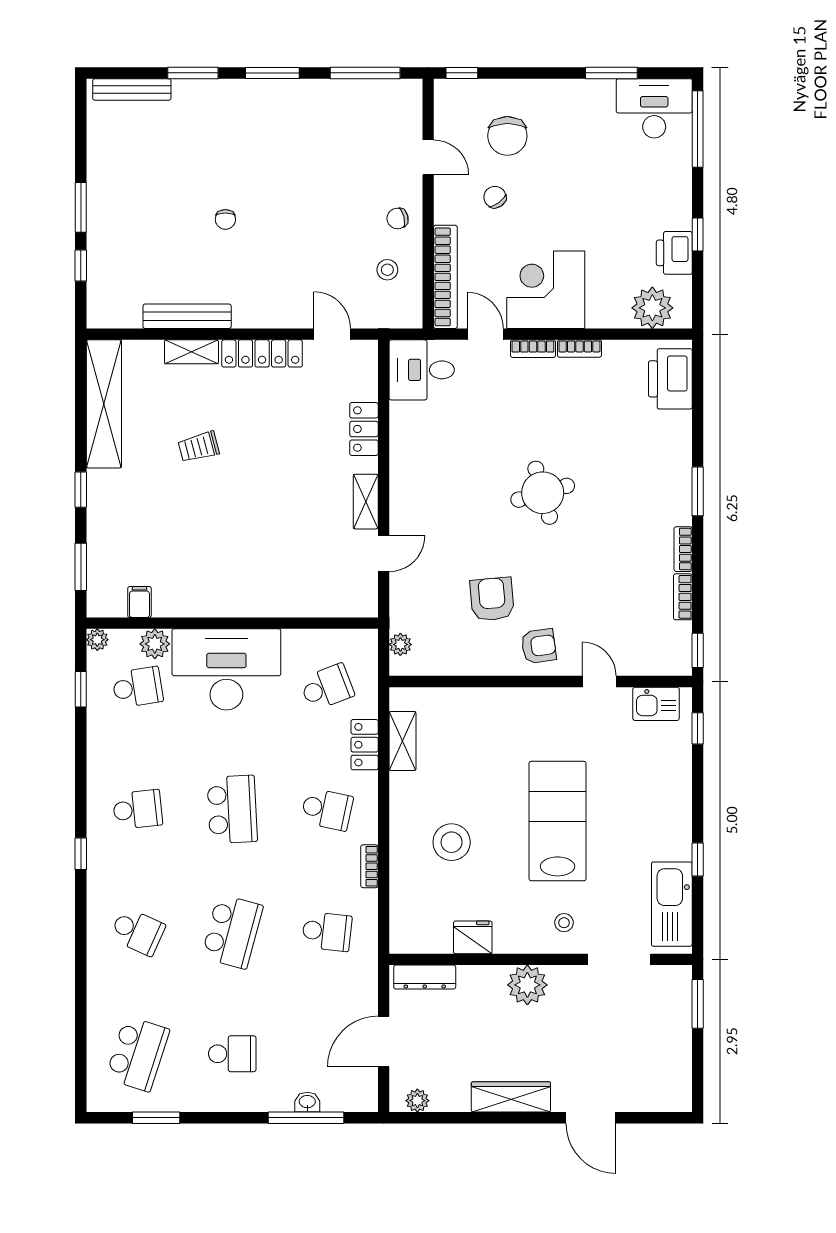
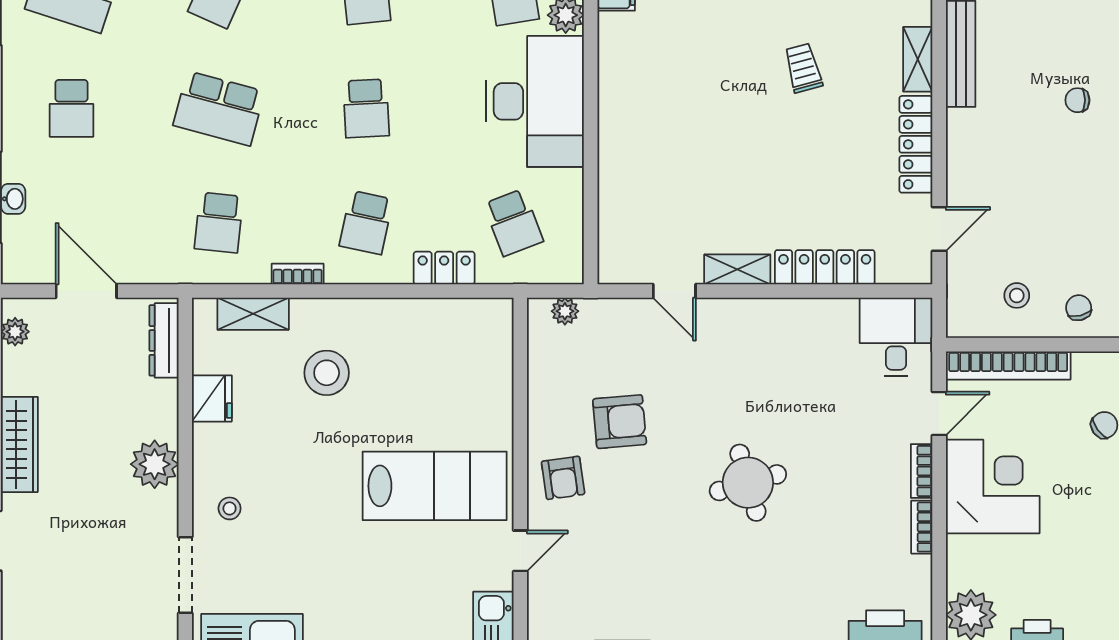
locker: (364, 429) -> (825, 267), width x1.53
shelving: (403, 741) -> (253, 314), moved
school desk: (232, 809) -> (366, 108), width x0.54
lab bench: (558, 821) -> (435, 486), moved

